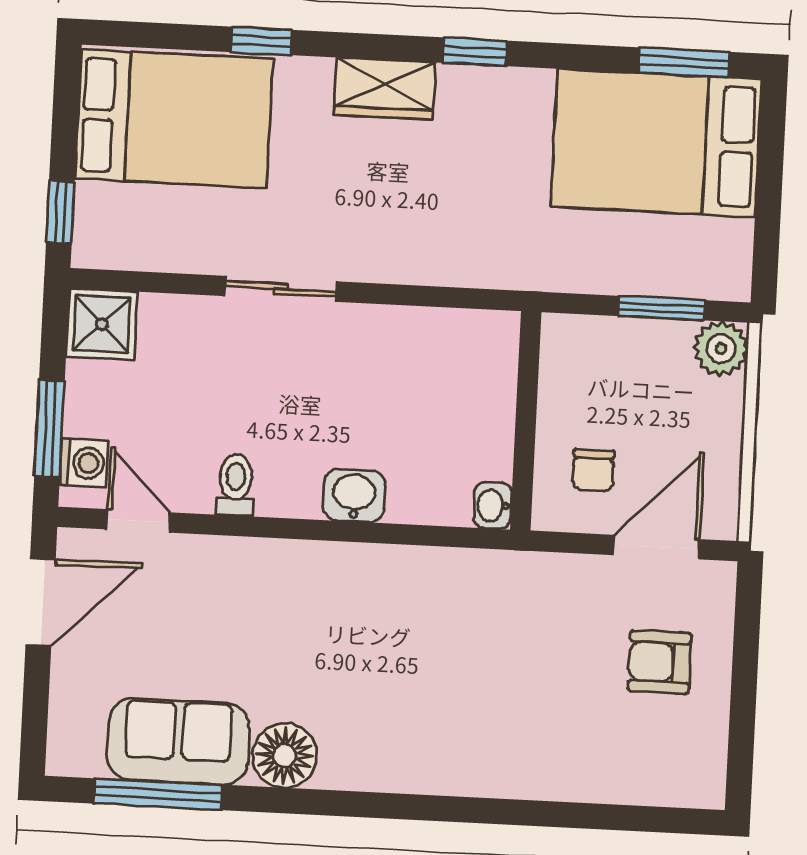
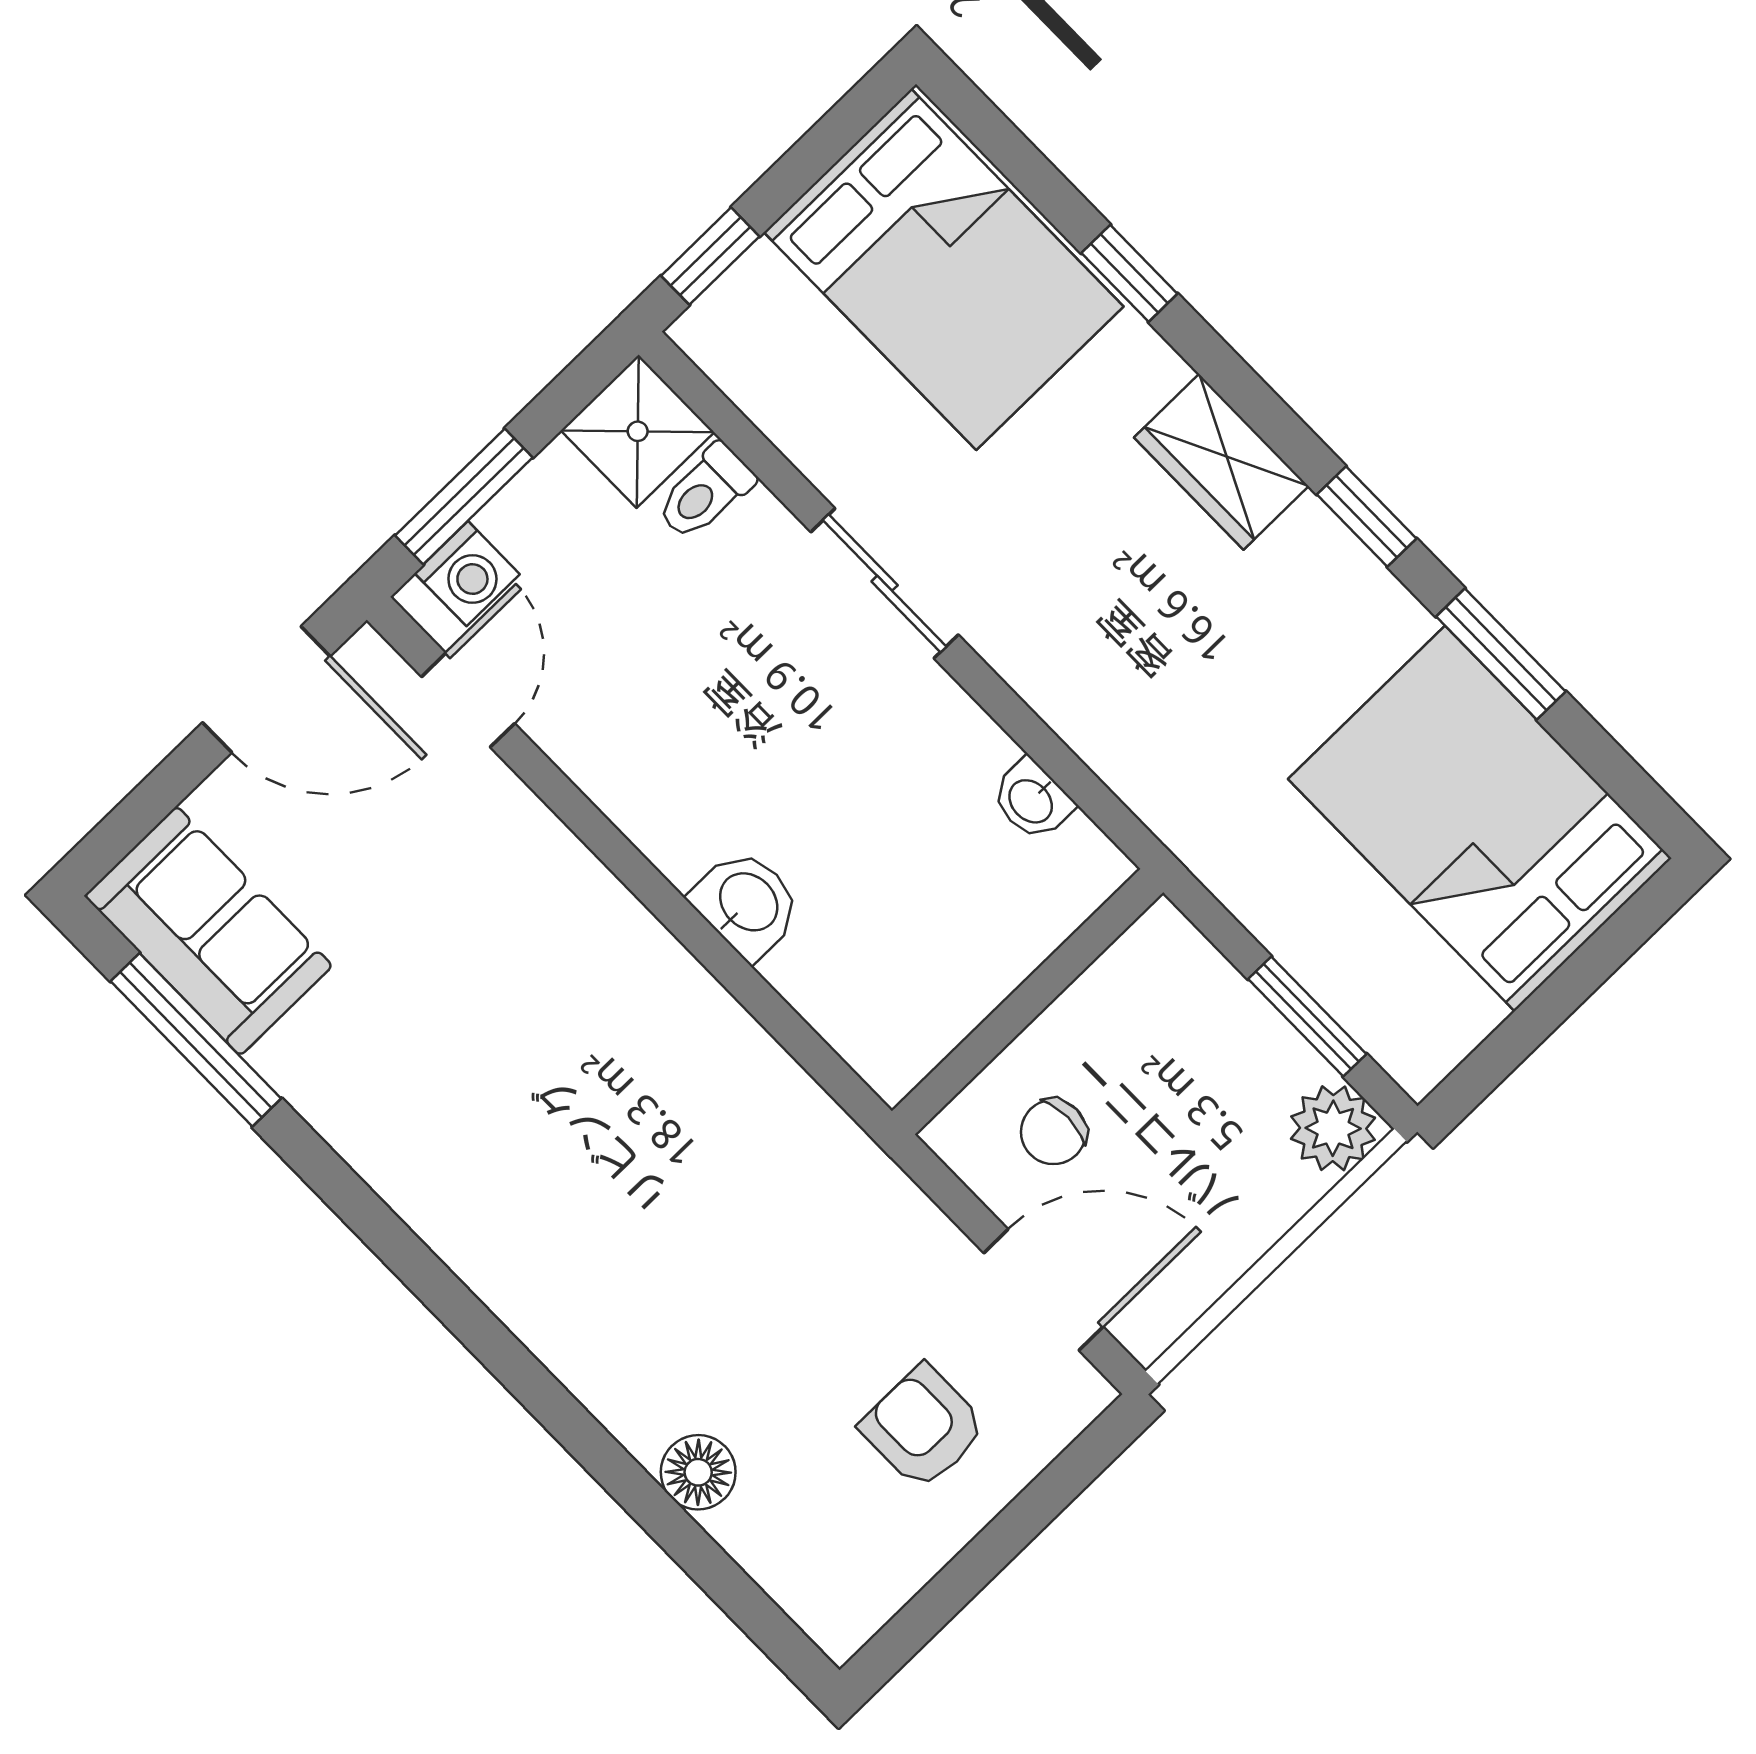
window: (684, 62) -> (1501, 654), moved
toilet: (236, 485) -> (705, 492), moved, turned 180
washbasin: (493, 505) -> (1032, 800), moved, turned -90
sofa: (178, 742) -> (208, 931), moved
floor lamp: (285, 756) -> (698, 1472), moved, width x0.73, depth x0.73

